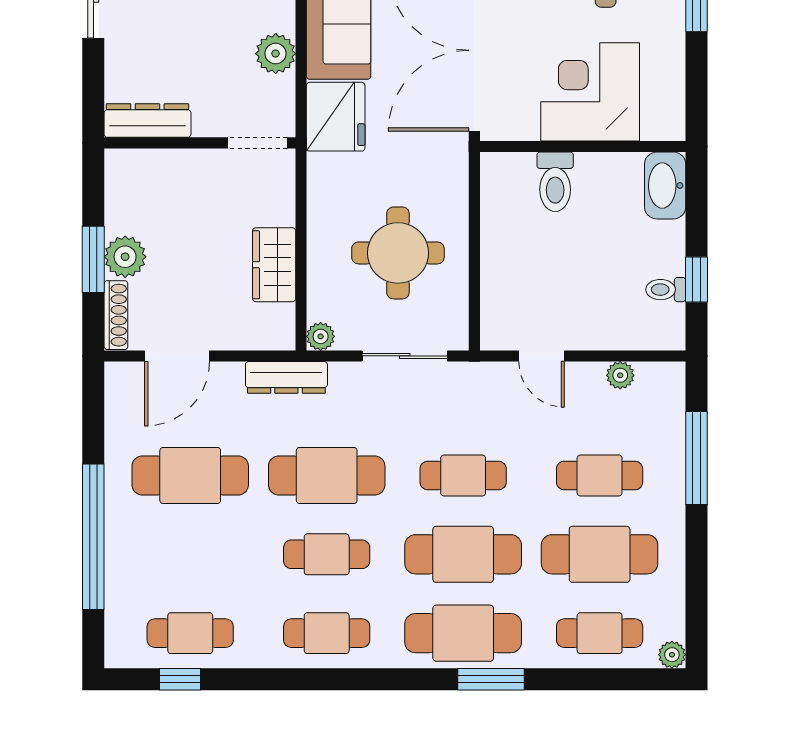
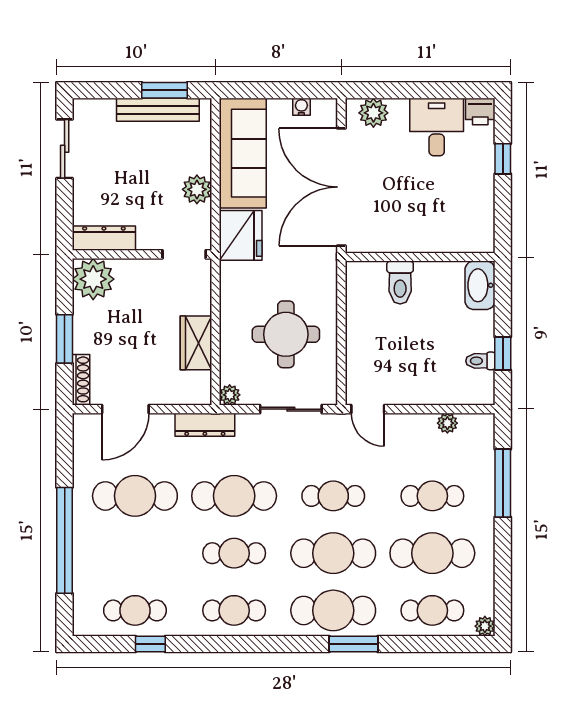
corner desk: (590, 92) -> (425, 217), removed
plant: (125, 257) -> (93, 279), moved, width x1.36, depth x1.36
door: (542, 356) -> (368, 409), moved
window: (180, 679) -> (150, 644), moved

